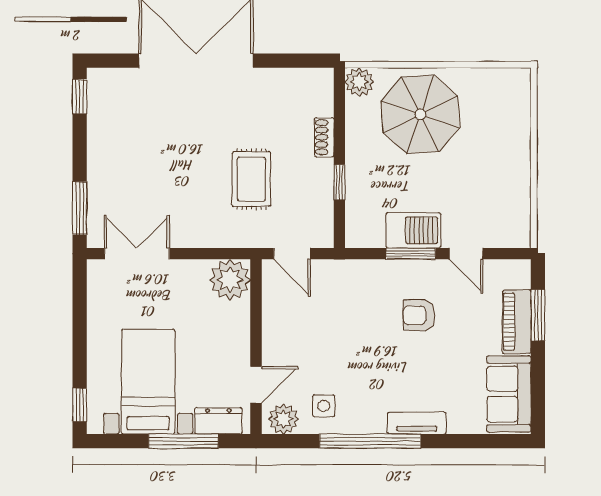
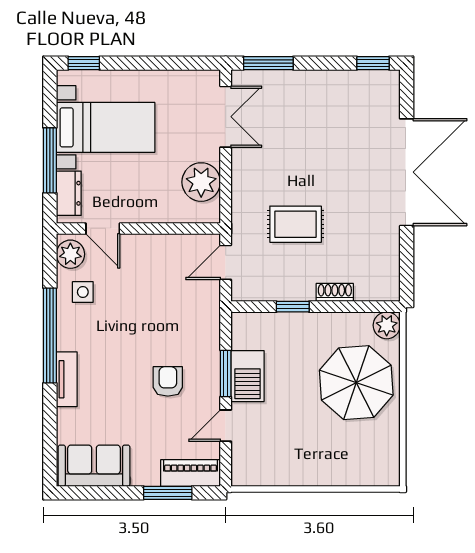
plant: (230, 280) -> (201, 182), moved
piano: (517, 322) -> (191, 473), moved

